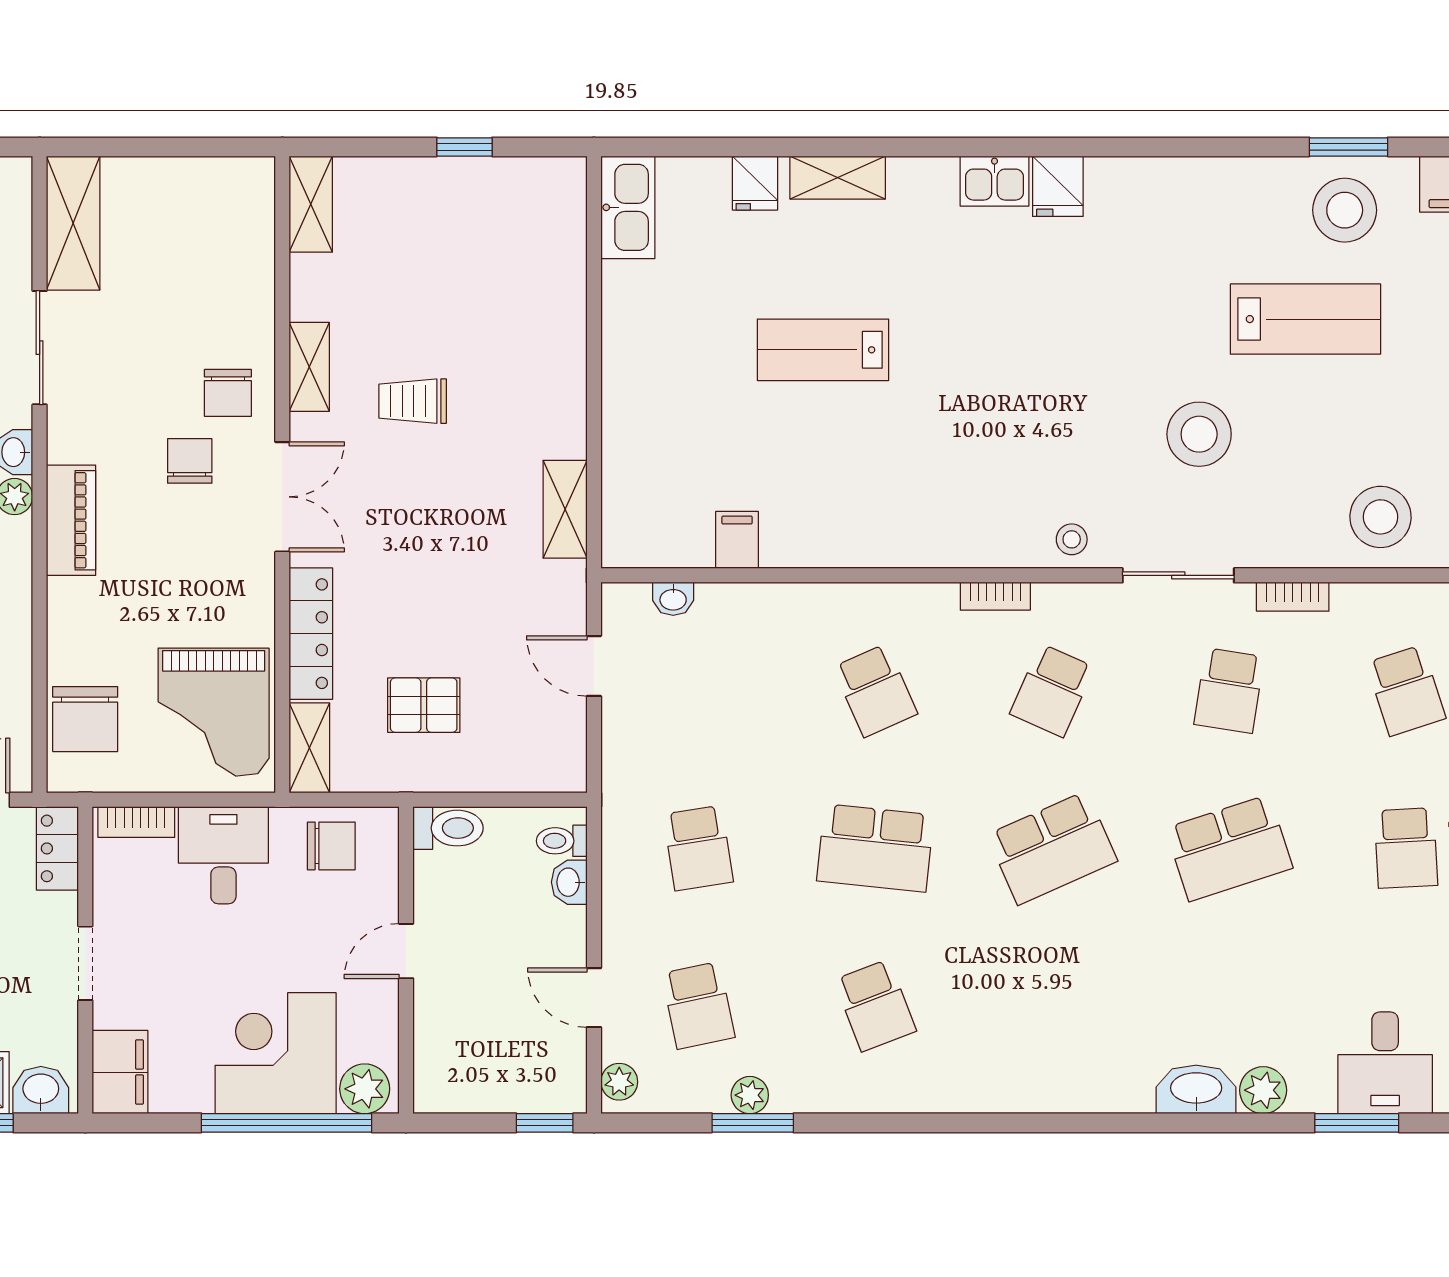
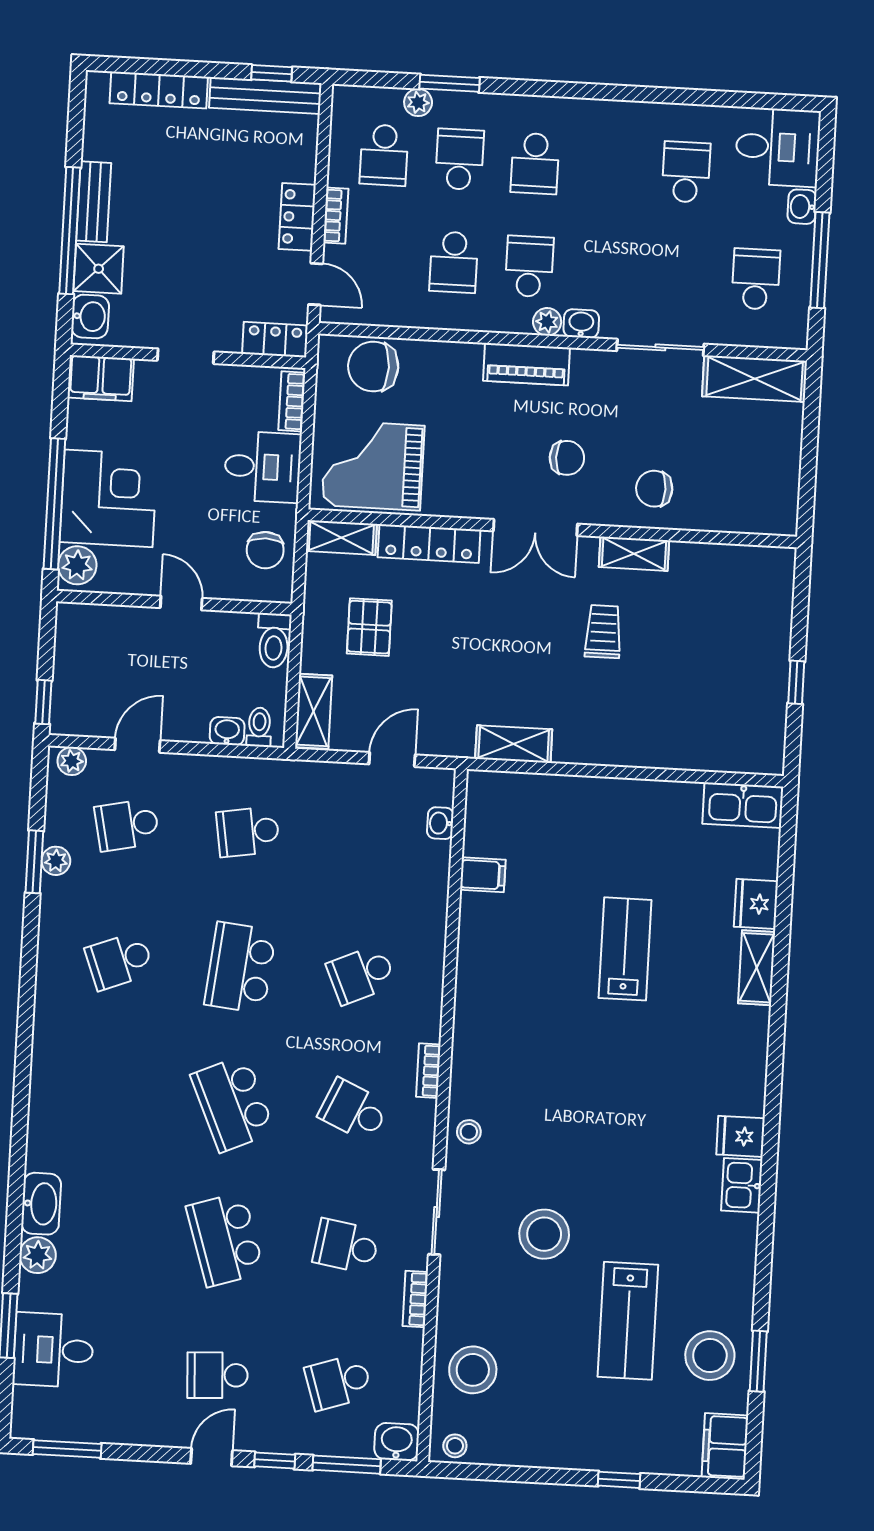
kitchen sink: (994, 181) -> (742, 1185), moved
fridge: (755, 183) -> (756, 904), width x1.38
shelving: (311, 204) -> (314, 711), moved, turned 90
chair: (228, 393) -> (654, 489), moved

